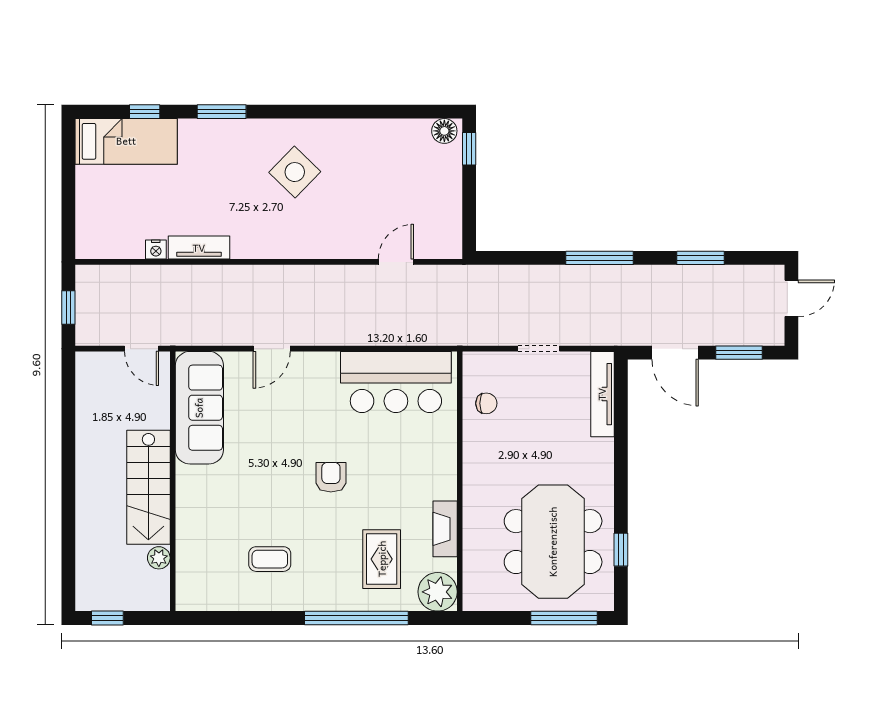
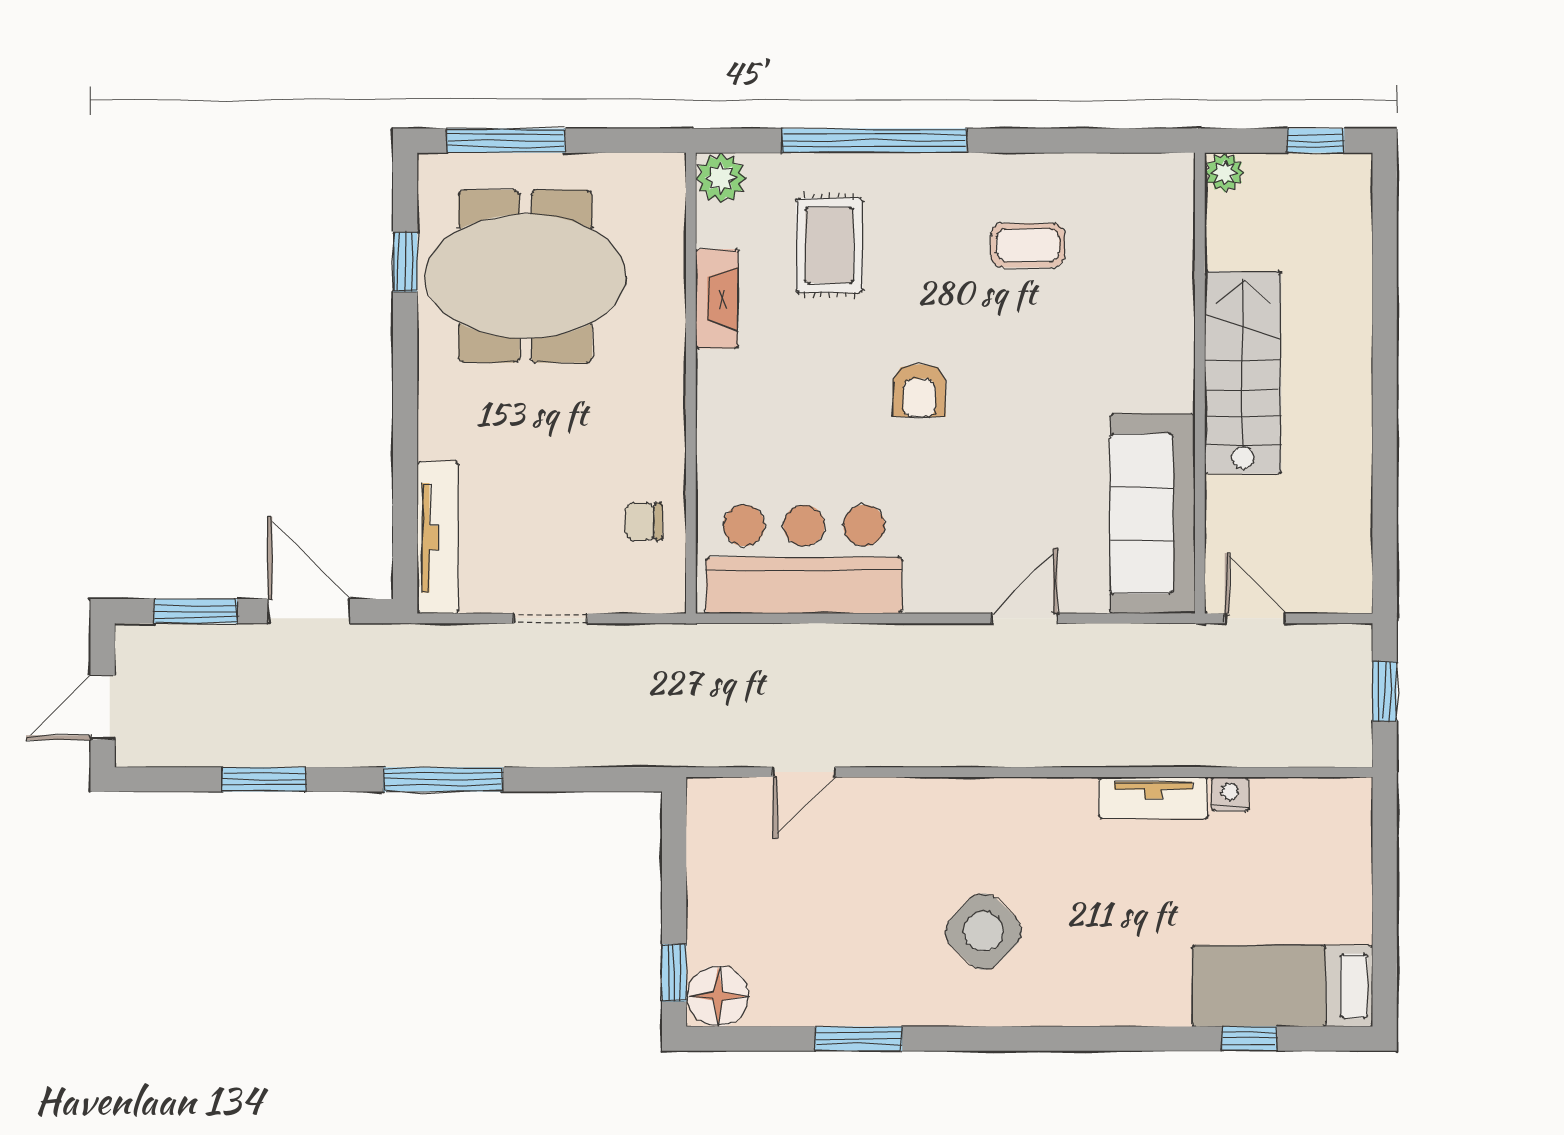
window: (222, 112) -> (859, 1039), moved
floor lamp: (444, 131) -> (718, 996), width x1.38, depth x1.38
meeting table: (553, 542) -> (525, 276), turned 90
plant: (159, 558) -> (1225, 173), moved
plant: (438, 592) -> (721, 178), width x0.73, depth x0.73

